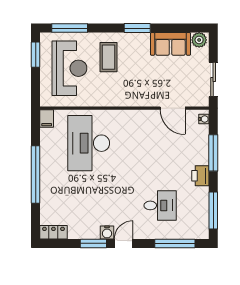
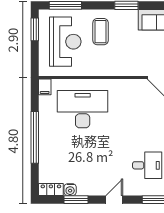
desk: (89, 143) -> (83, 109), turned 90
water cooler: (107, 232) -> (70, 190), moved
window: (93, 243) -> (76, 200), moved

